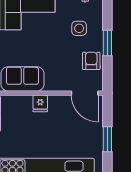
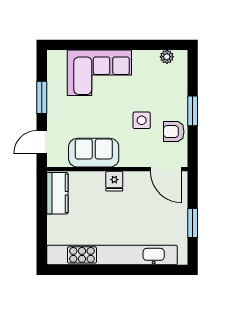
side table: (79, 28) -> (142, 120), moved
armchair: (91, 61) -> (174, 132), turned -90

